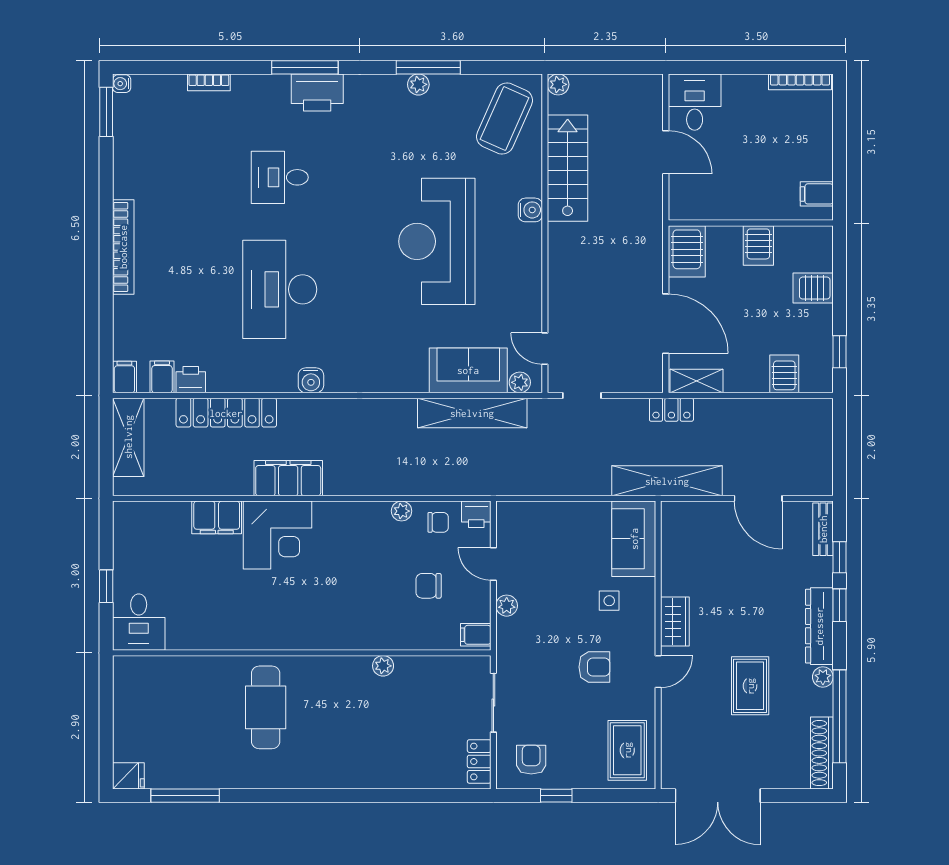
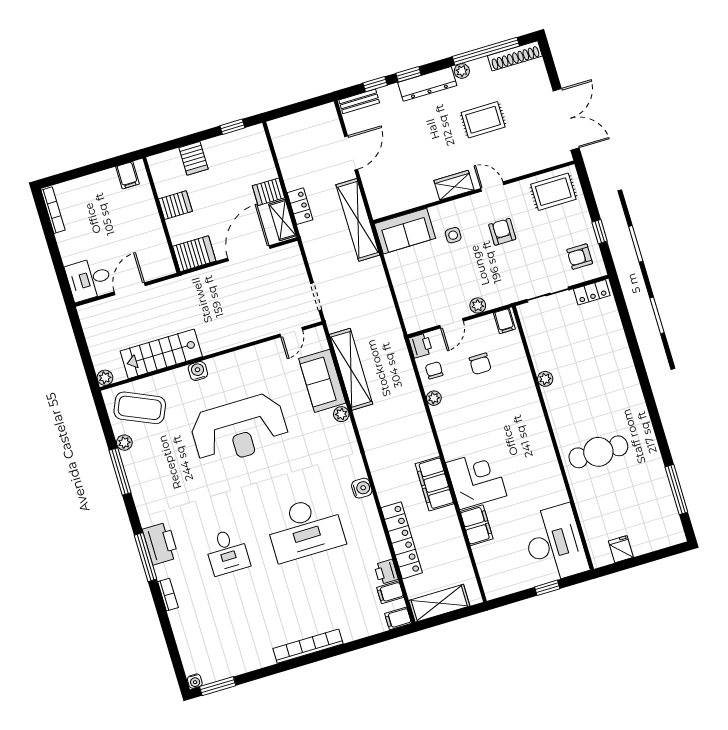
bookcase: (209, 82) -> (168, 595), moved
plant: (418, 84) -> (124, 443), moved
server rack: (784, 374) -> (269, 192), moved
plant: (520, 382) -> (341, 414), moved
locker: (671, 410) -> (300, 206), moved
desk: (139, 622) -> (555, 544), width x1.87, depth x1.30
fridge: (128, 776) -> (621, 549), moved

